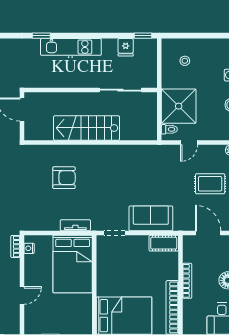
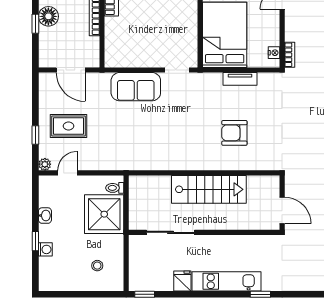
fridge: (126, 47) -> (182, 281), moved
door: (189, 142) -> (67, 173), moved
tv unit: (75, 225) -> (240, 79), moved
cot: (164, 243) -> (121, 59), removed

